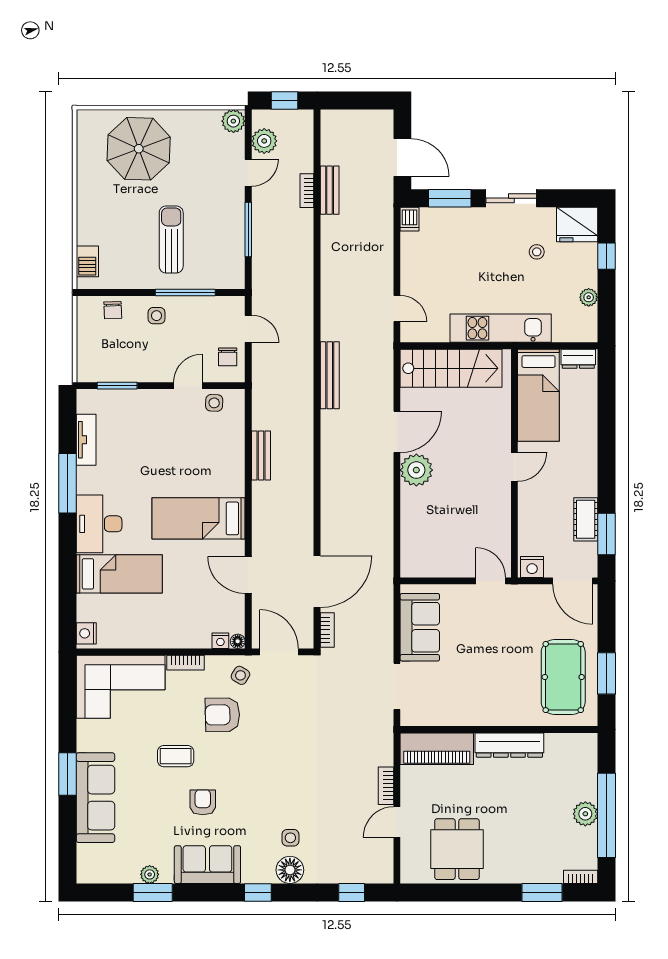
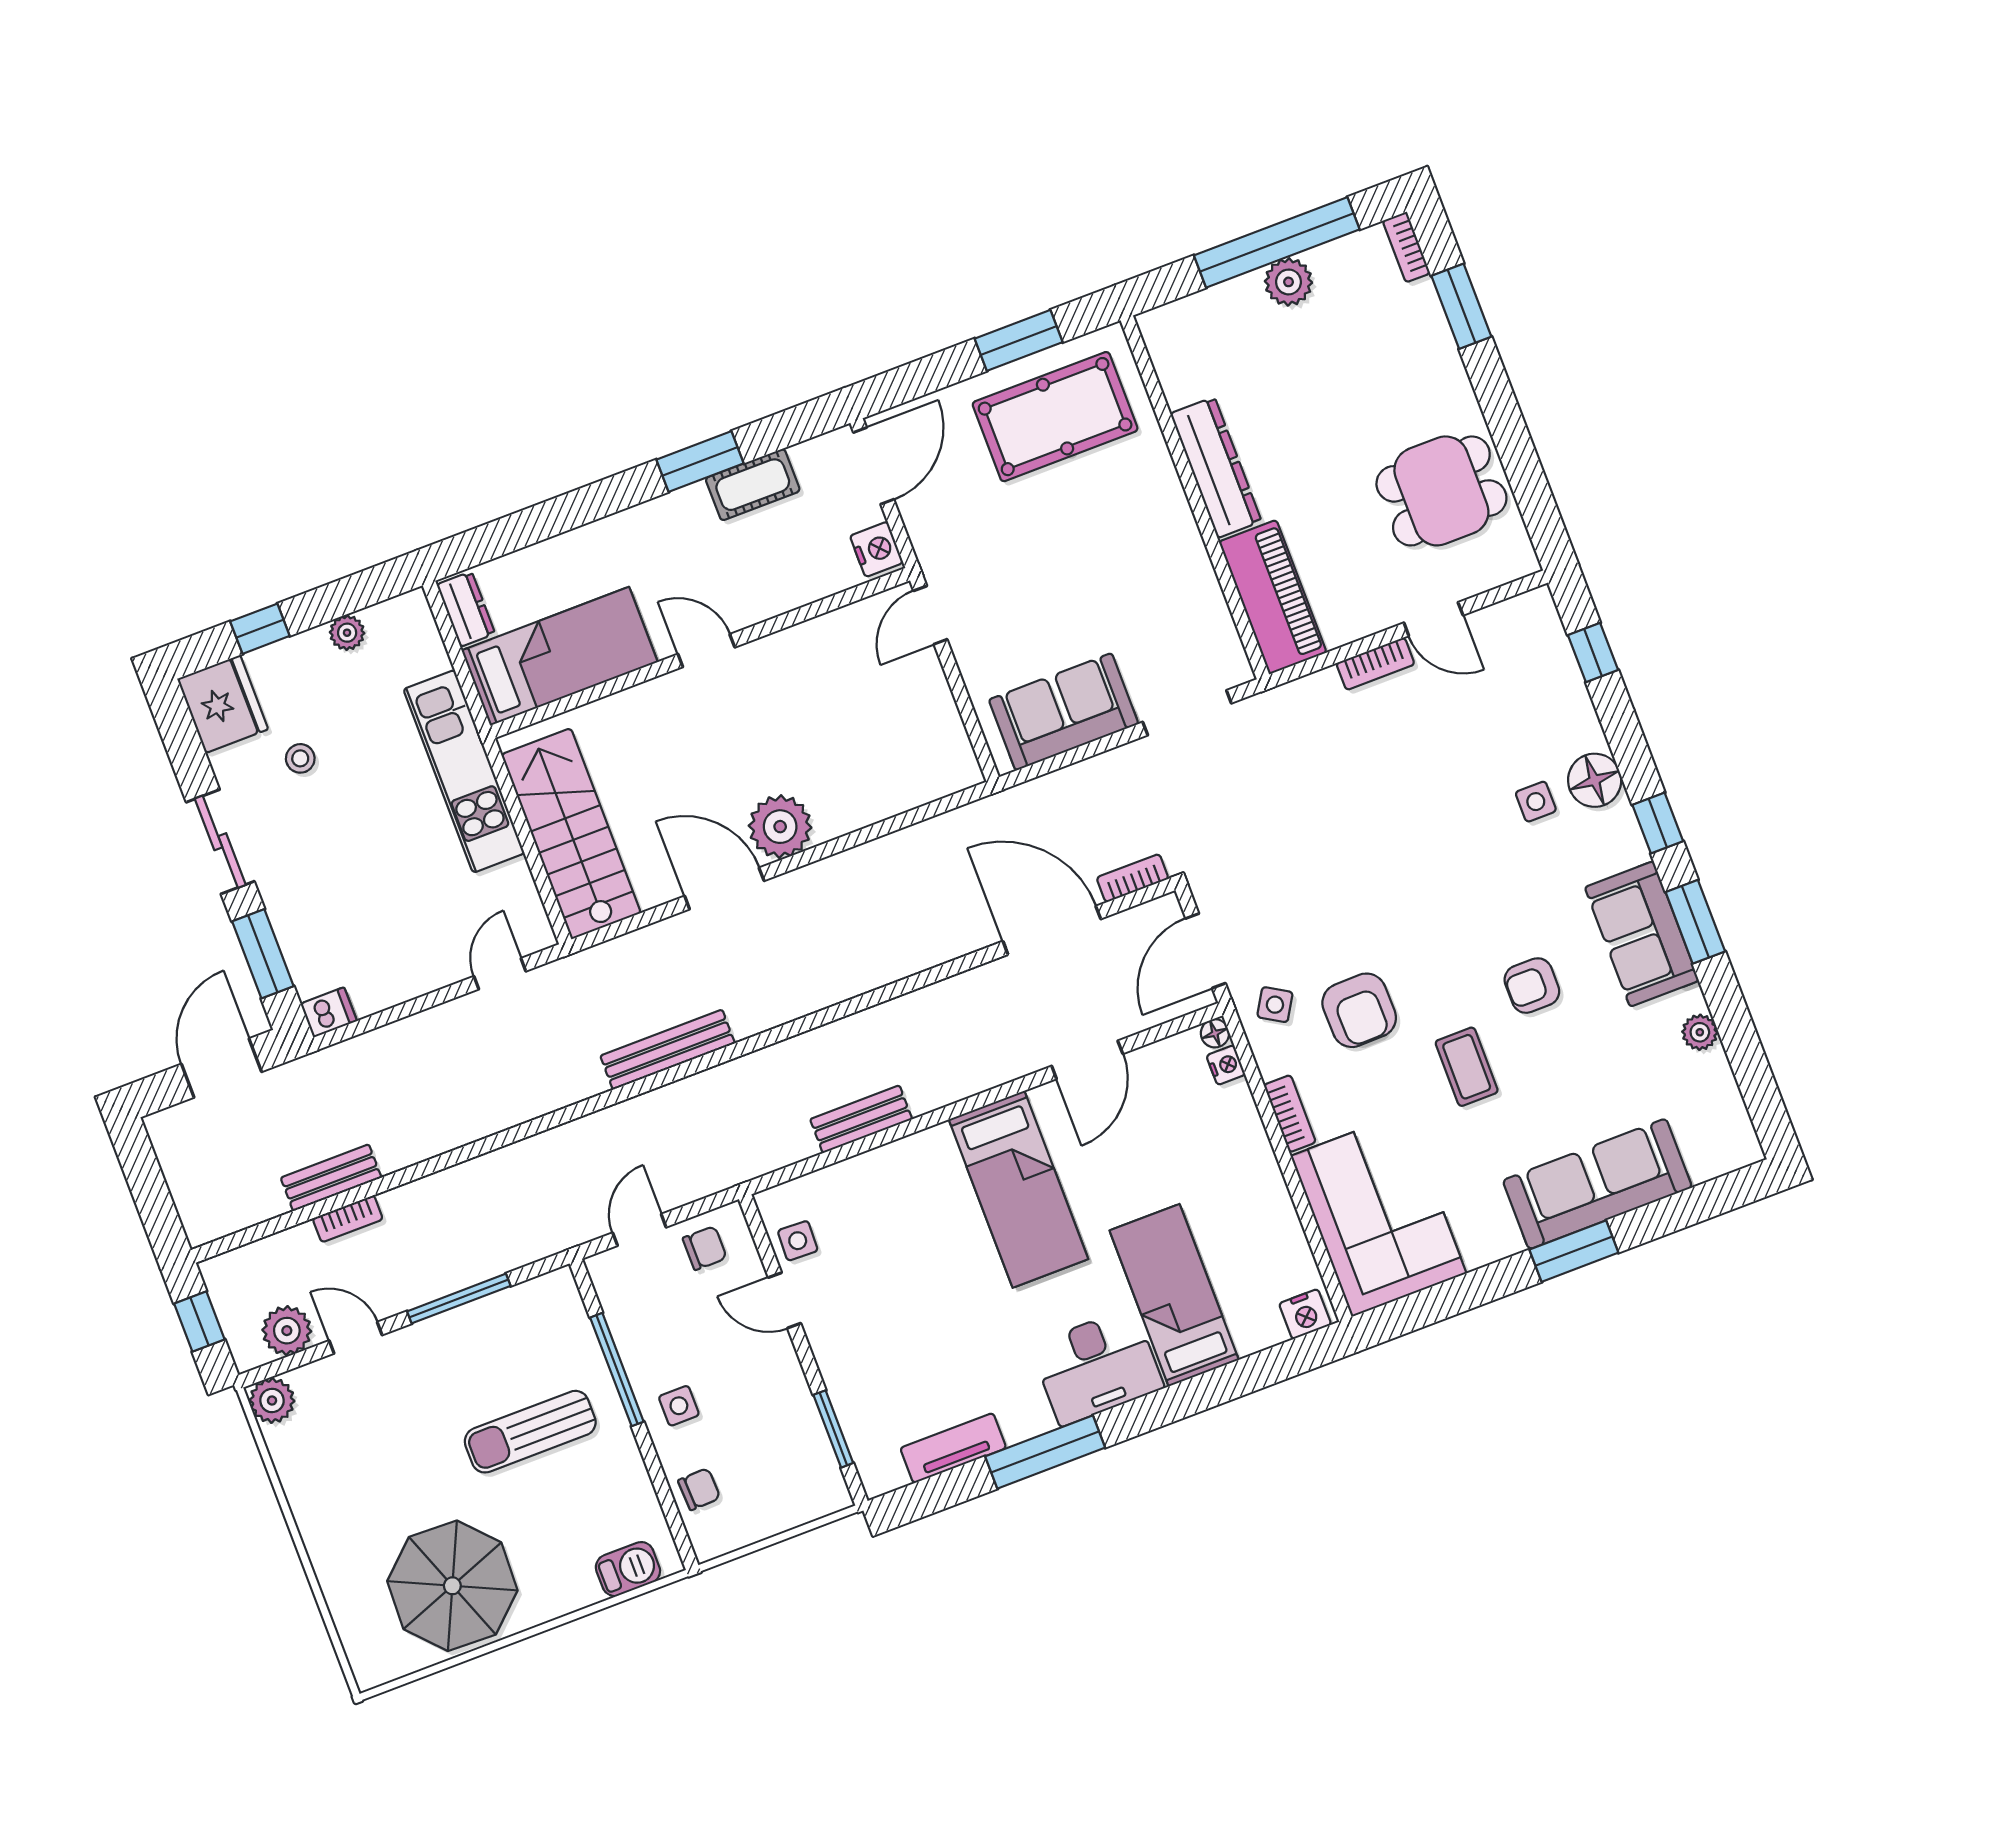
parasol: (139, 149) -> (452, 1586), moved
window: (606, 534) -> (700, 461), moved
window: (153, 892) -> (1695, 922), moved

